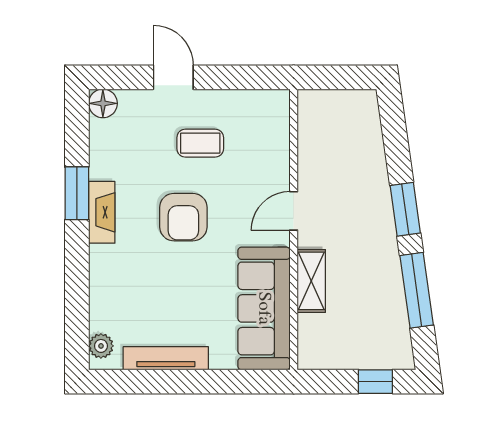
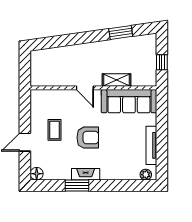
window: (405, 209) -> (84, 38), removed
window: (417, 290) -> (121, 33), width x0.69
window: (375, 382) -> (162, 62), moved

